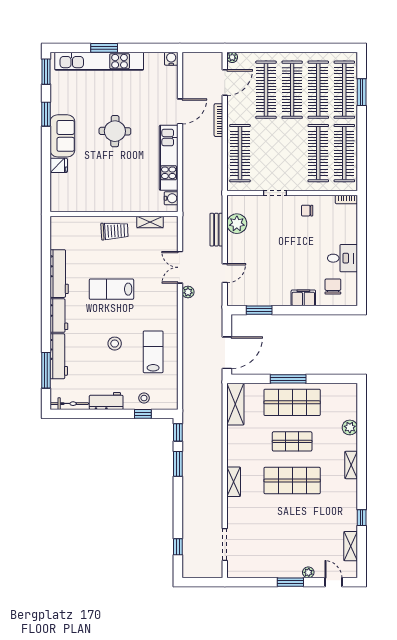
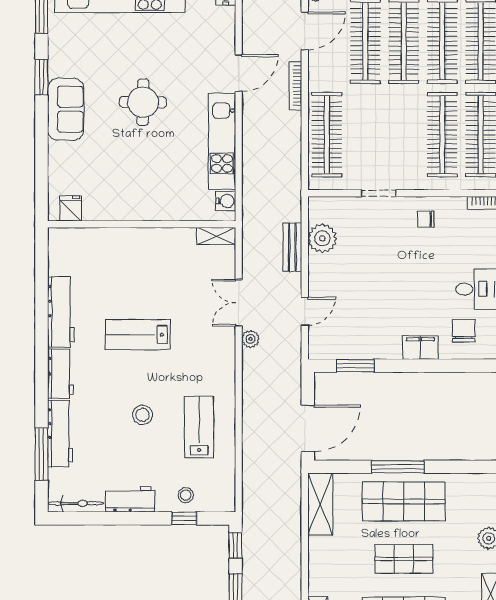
fridge: (59, 165) -> (71, 208), moved, turned -90
shelving: (150, 222) -> (216, 236), moved
trolley: (115, 231) -> (142, 249), removed

